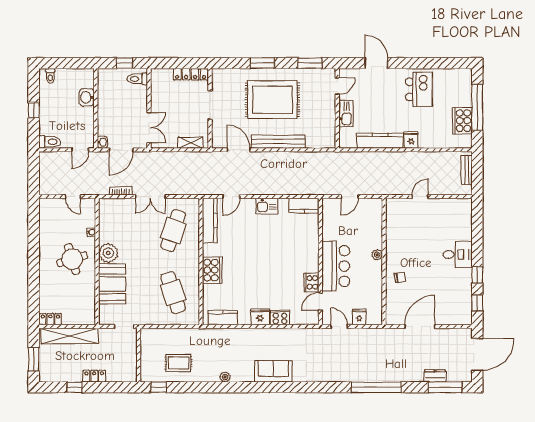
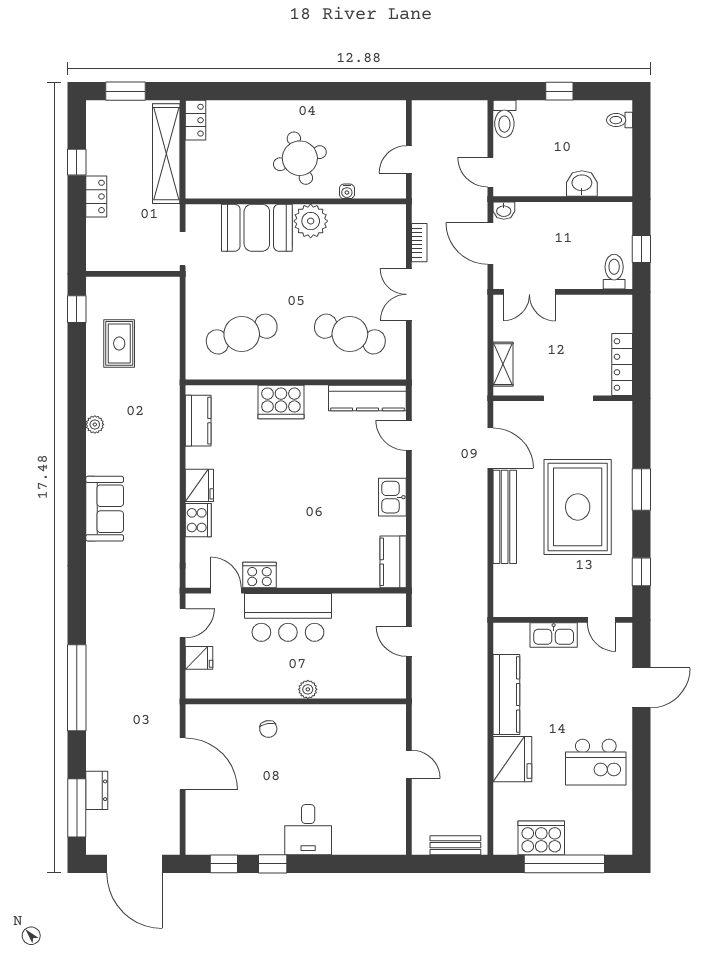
window: (310, 63) -> (641, 572), width x0.67
fridge: (411, 140) -> (512, 759), width x1.88, depth x1.34
door: (239, 150) -> (490, 448), hinge flipped

